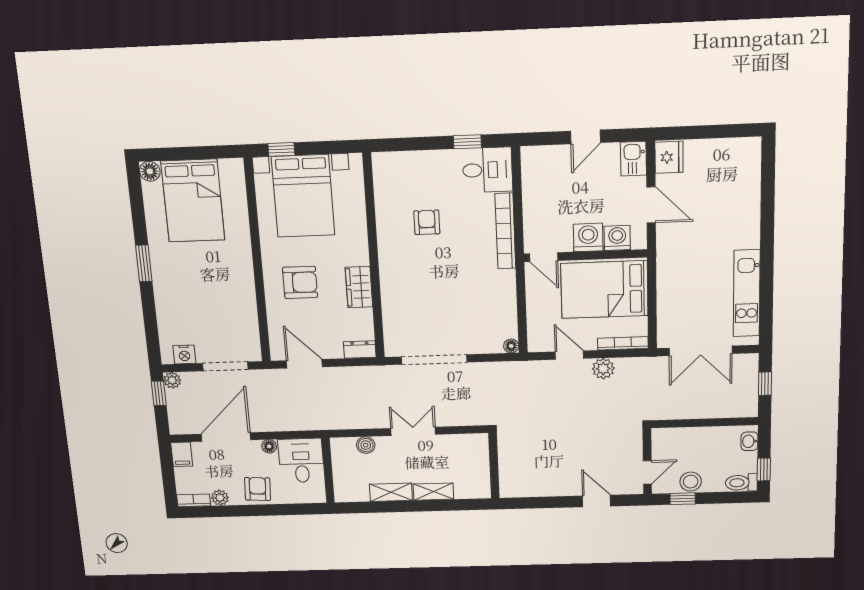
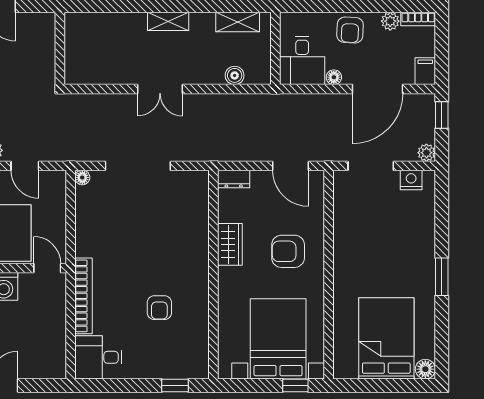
window: (467, 142) -> (175, 385), moved
doorway: (434, 360) -> (138, 166), moved
window: (159, 393) -> (442, 115), moved
double door: (413, 431) -> (160, 89), moved
wall: (494, 466) -> (60, 48), moved
shelving: (391, 492) -> (238, 22), moved

